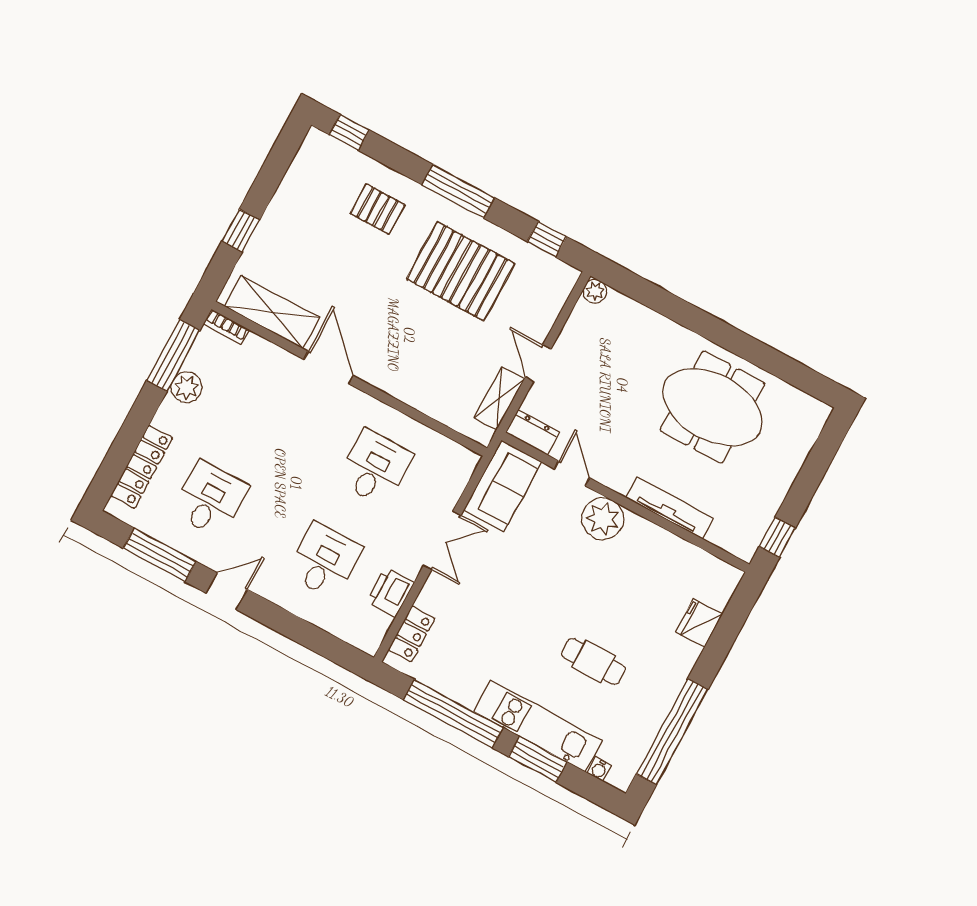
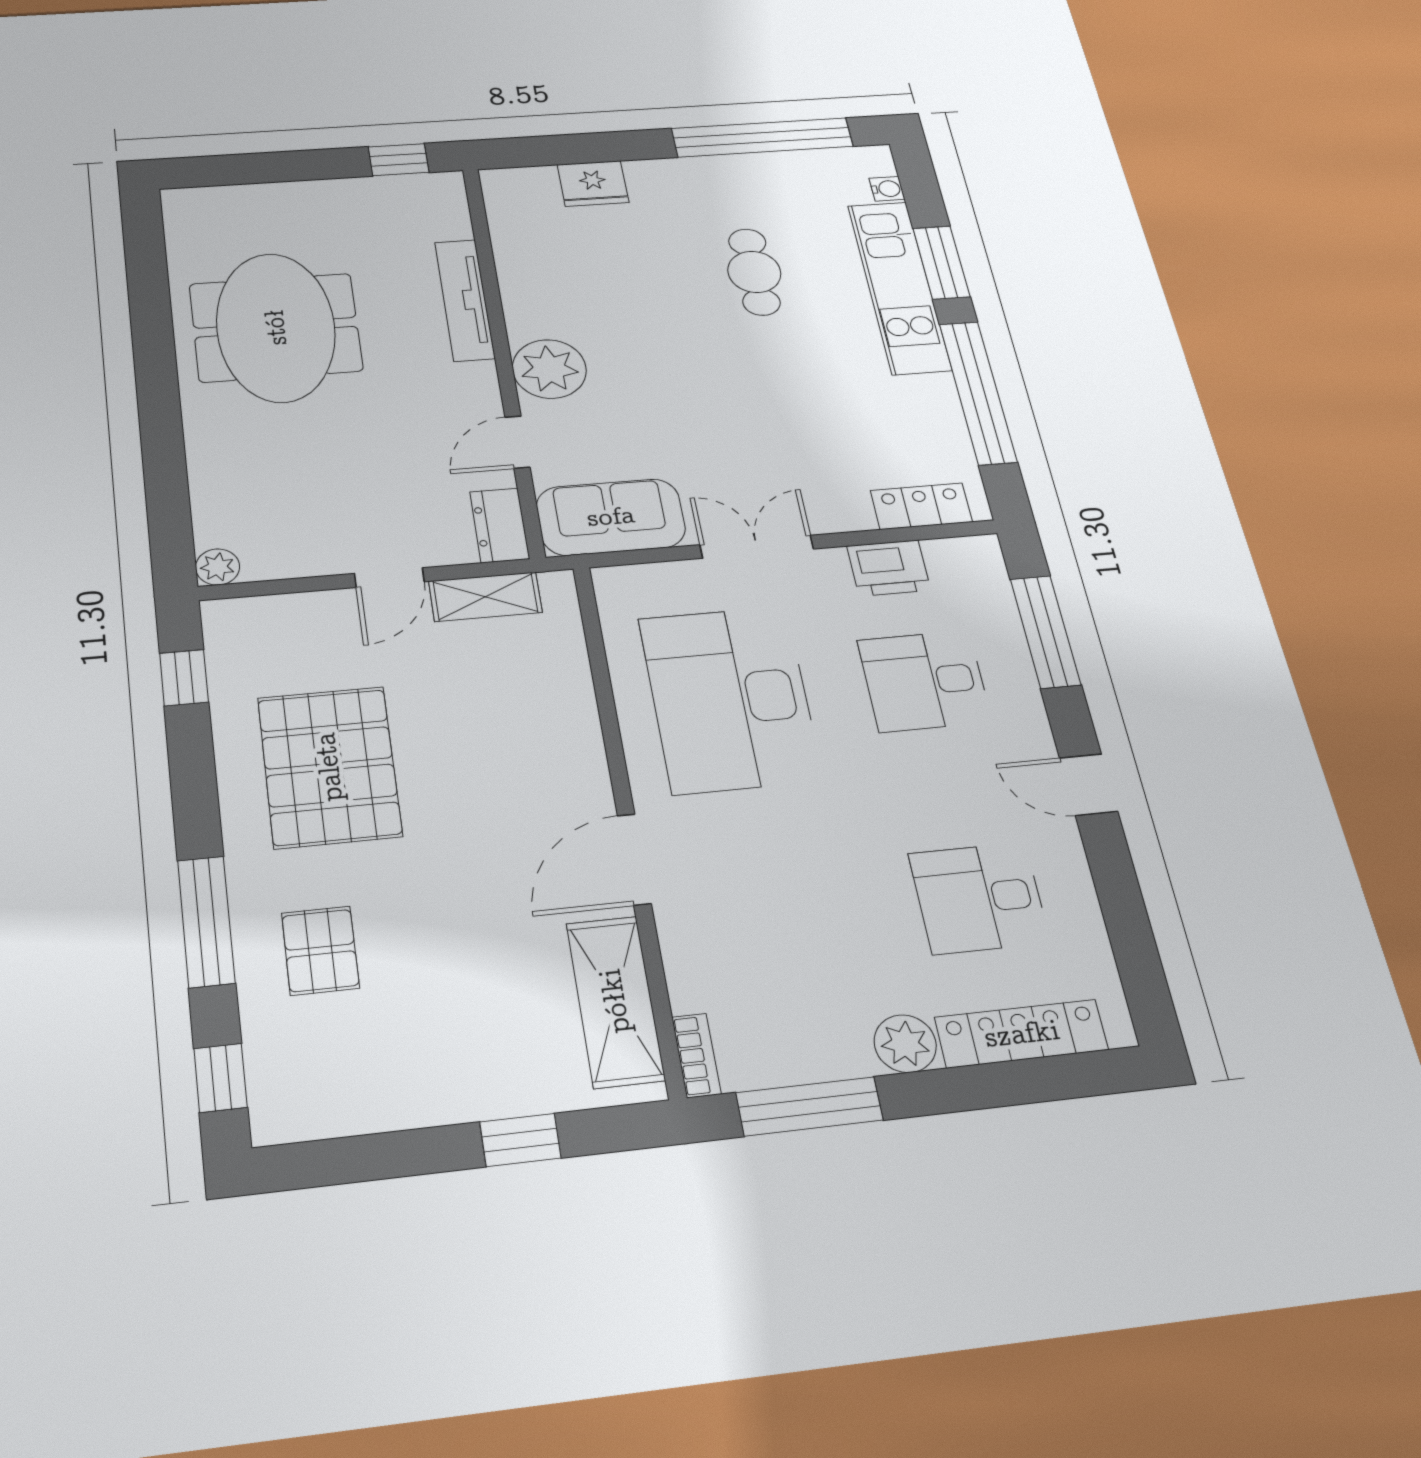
window: (458, 191) -> (206, 921), moved
plant: (186, 387) -> (905, 1044), moved
desk: (375, 468) -> (730, 699), width x1.87, depth x1.30
window: (160, 555) -> (1045, 632), moved

